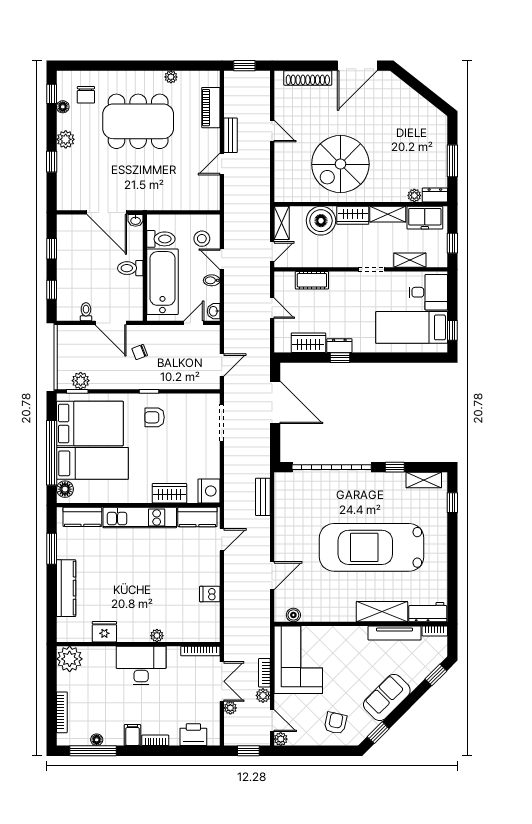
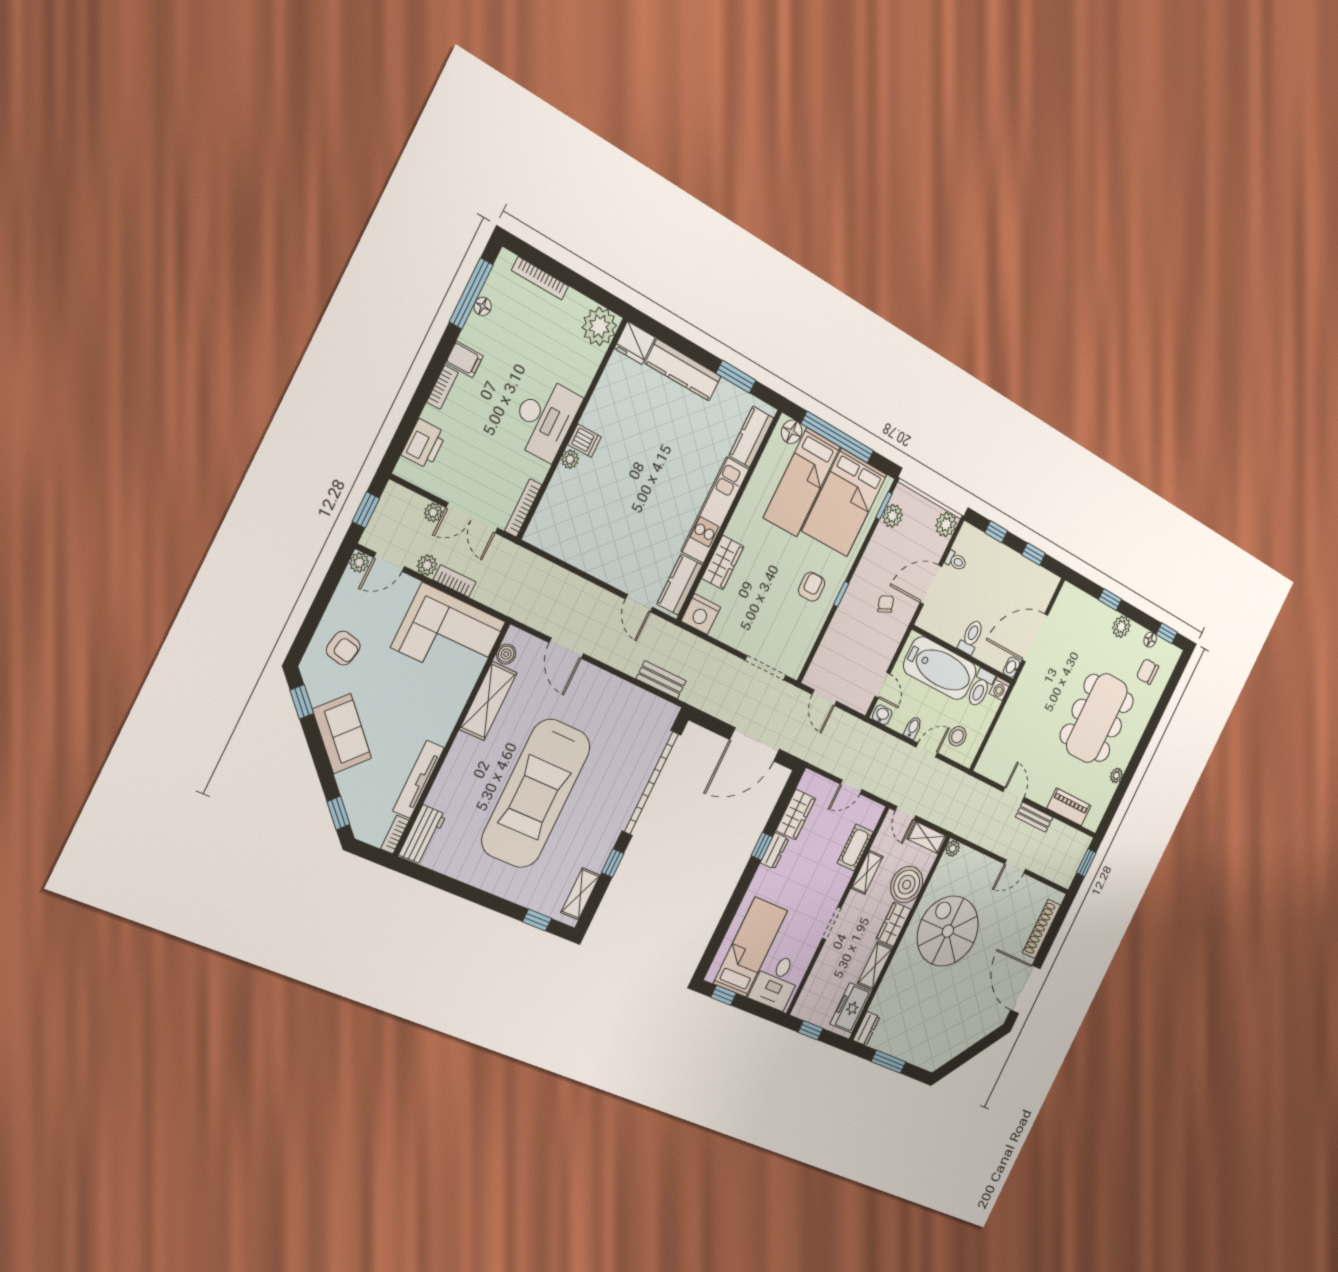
plant: (414, 195) -> (953, 849), moved
washing machine: (154, 222) -> (1000, 689), added
shelving: (410, 260) -> (867, 872), moved
plant: (66, 334) -> (946, 524), added
car: (372, 547) -> (536, 794), turned 180
dishwasher: (210, 594) -> (585, 441), moved, turned 90
shelving: (382, 612) -> (488, 701), moved
fridge: (104, 632) -> (635, 343), moved, turned 90

